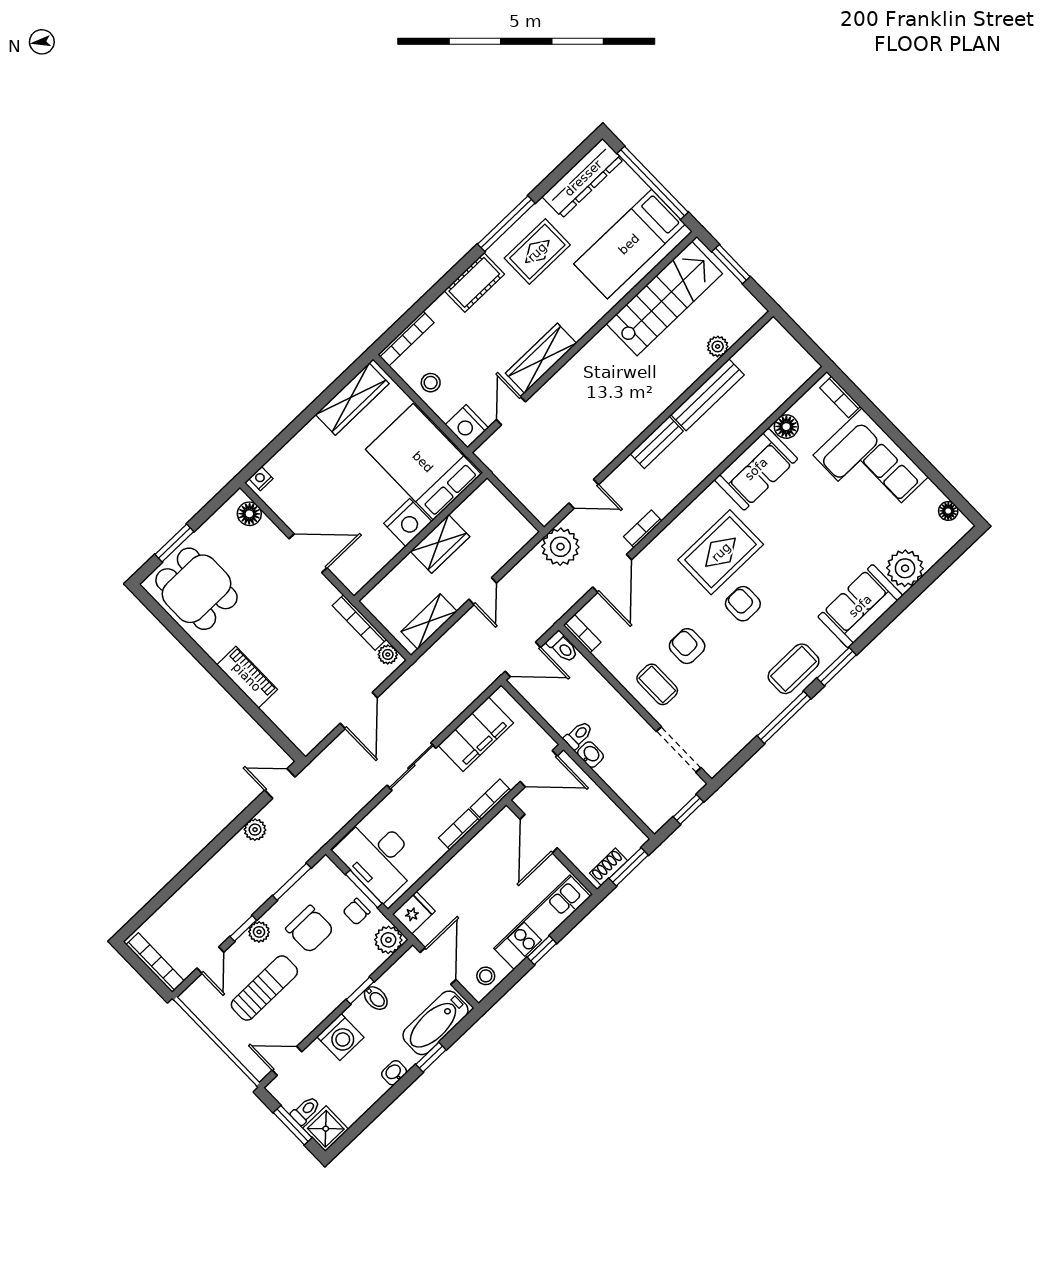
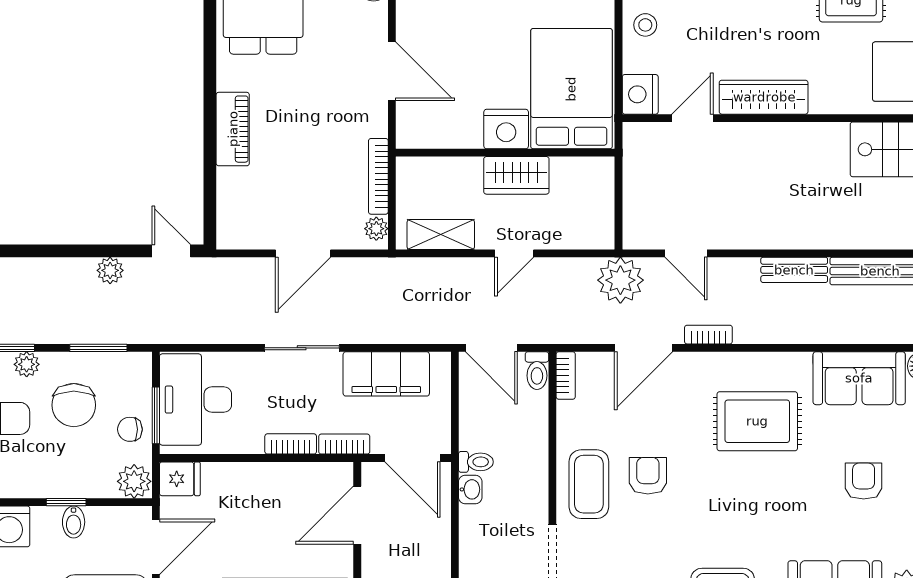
armchair: (743, 604) -> (864, 481), moved
coffee table: (657, 684) -> (589, 484), width x1.36, depth x1.30

